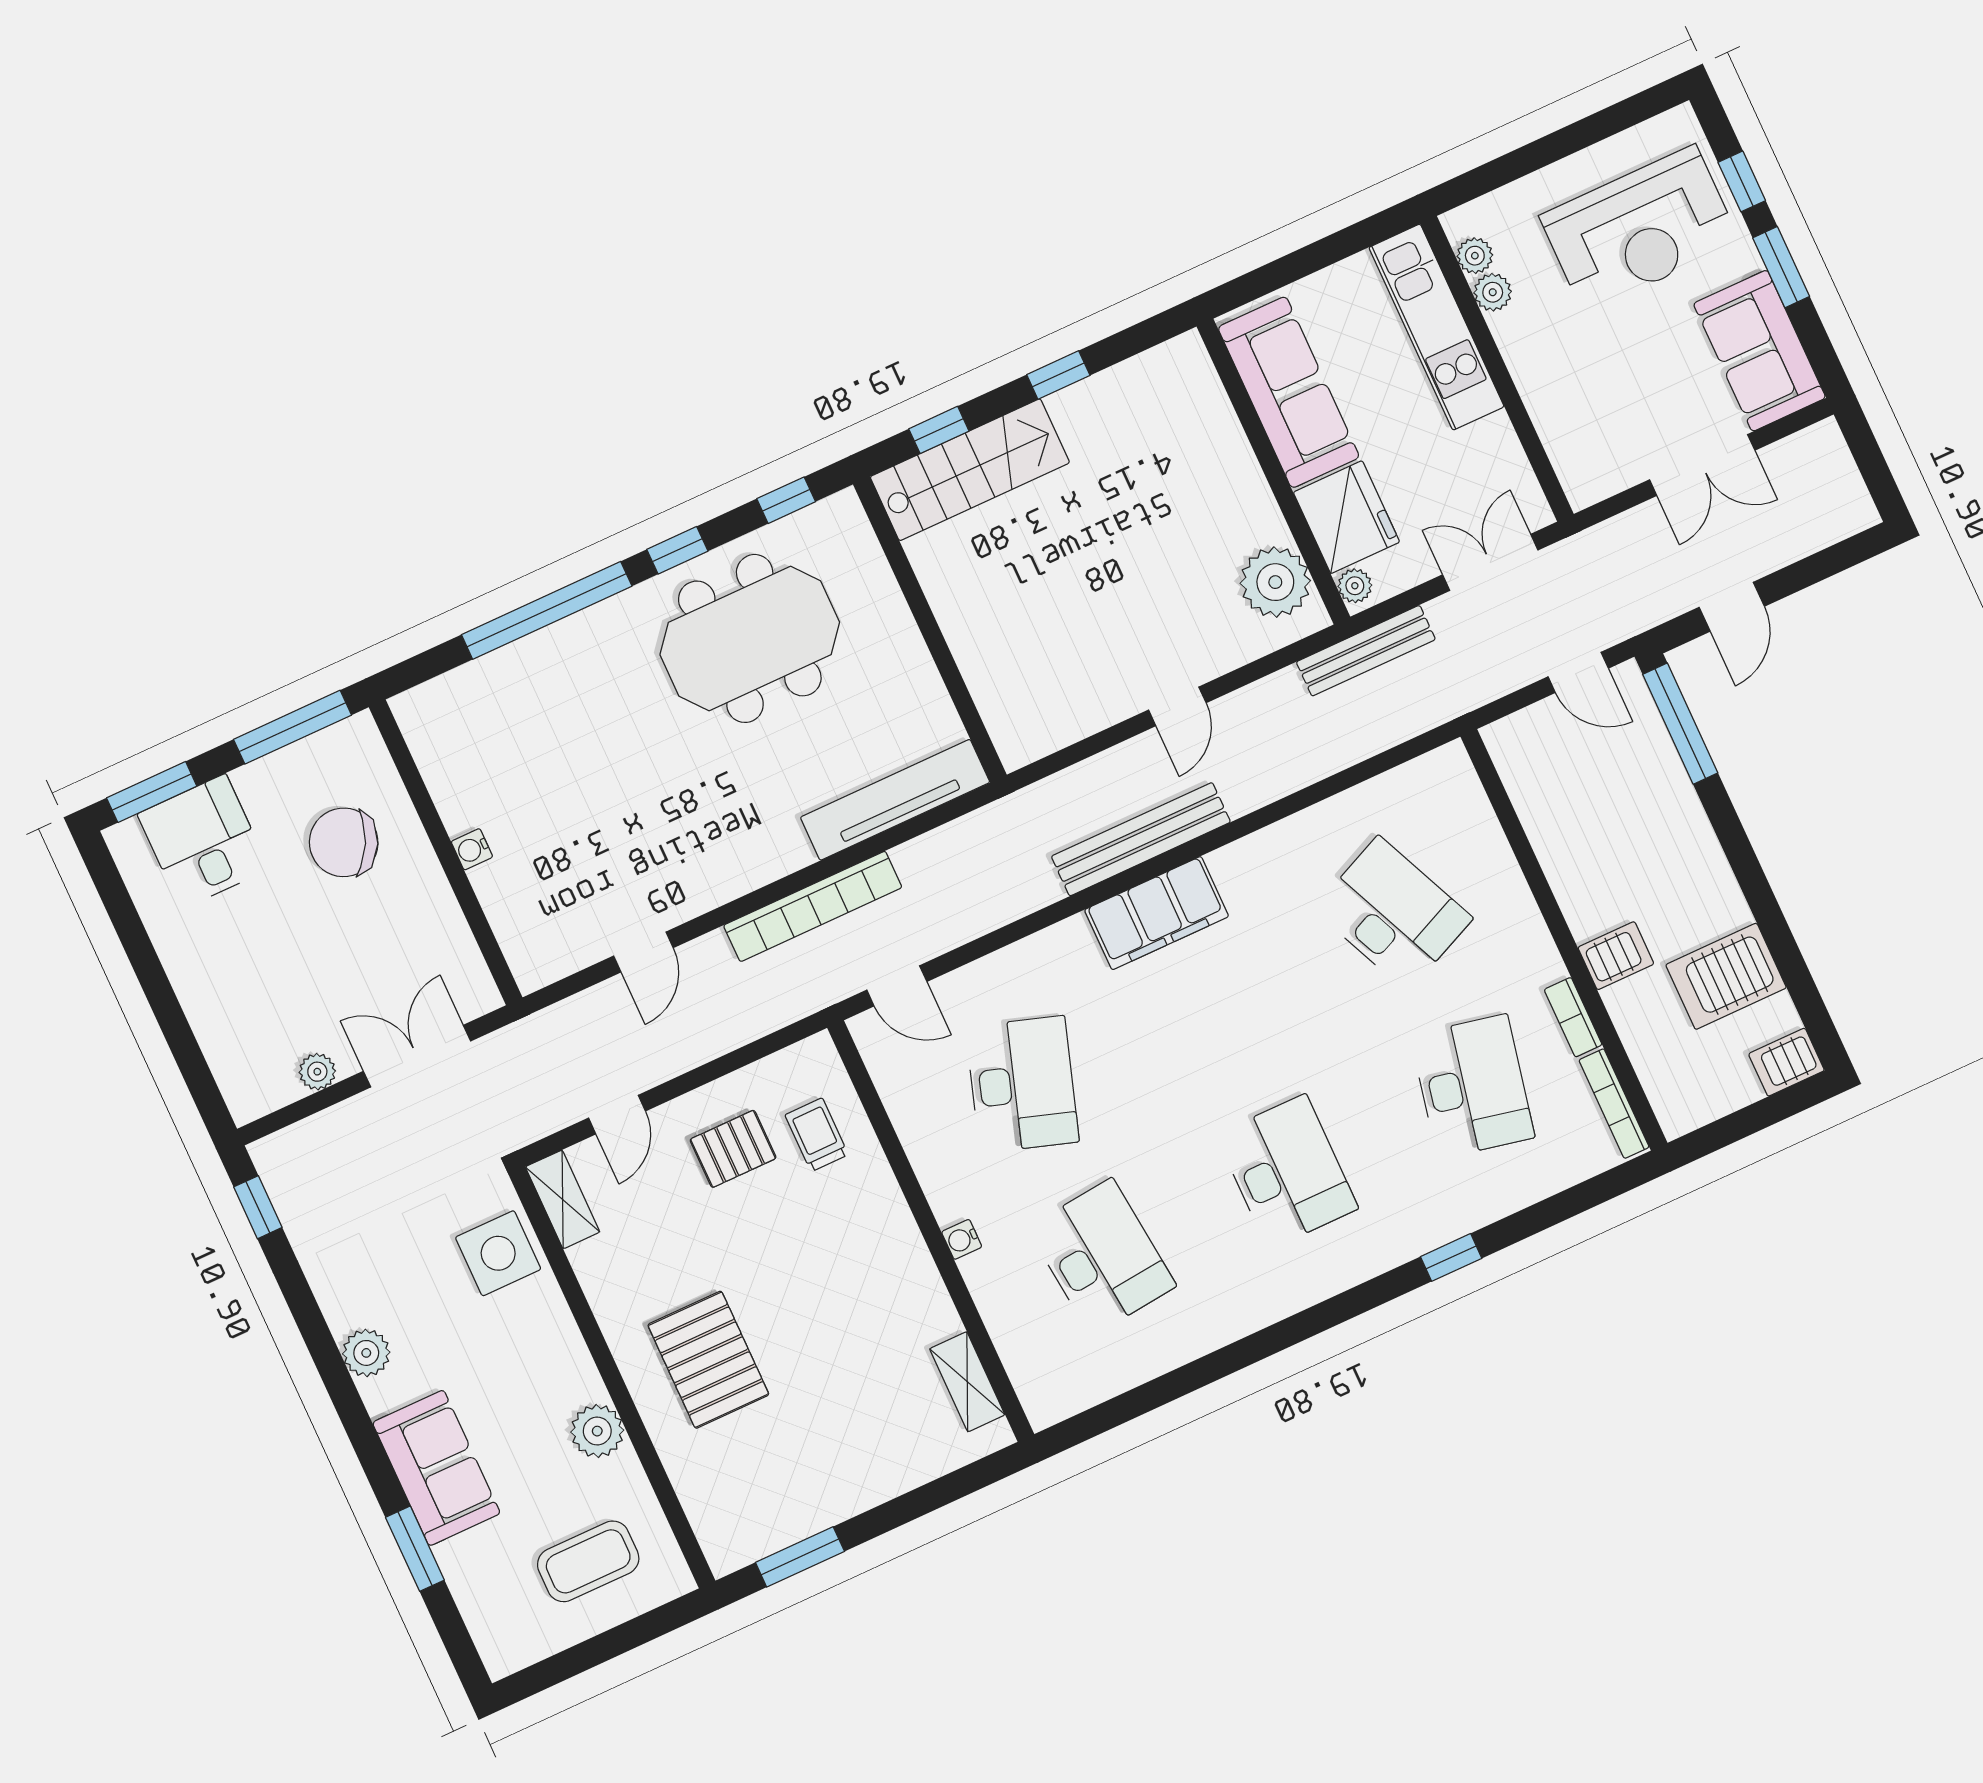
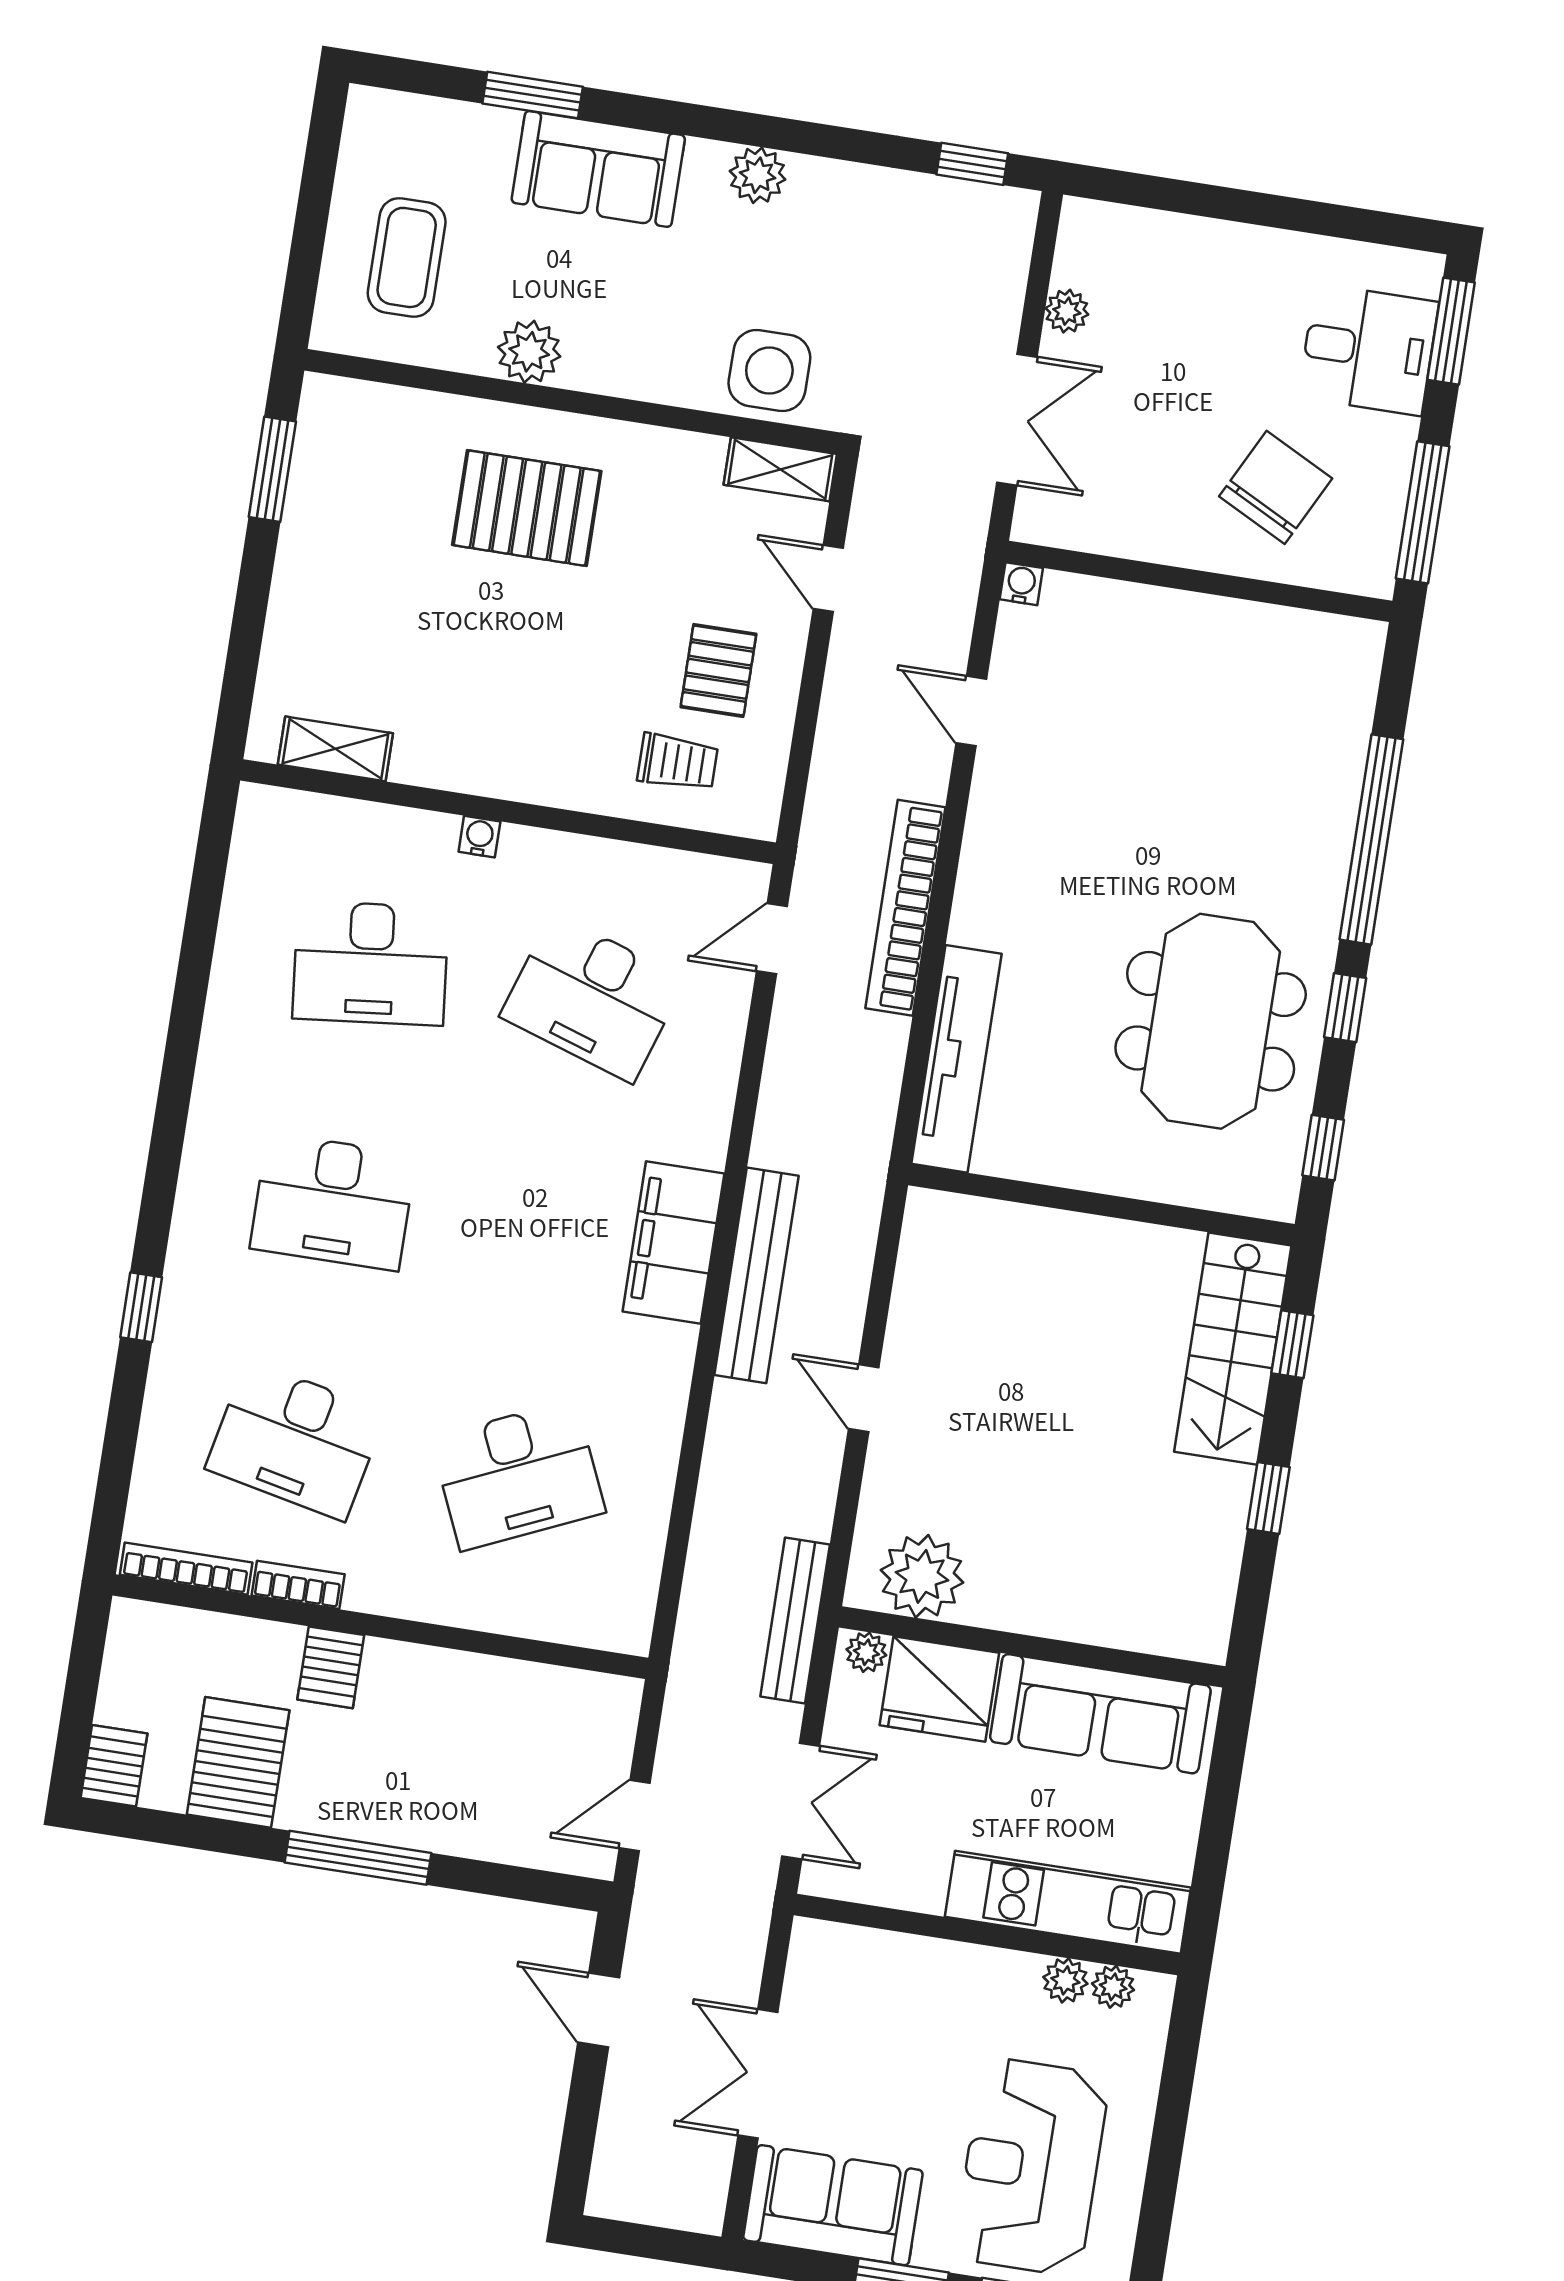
window: (1680, 724) -> (358, 1858), moved
water cooler: (472, 849) -> (1021, 584), moved

